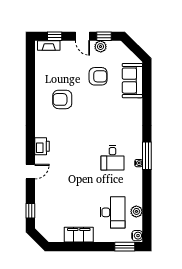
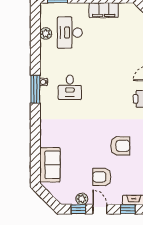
armchair: (98, 76) -> (102, 177), moved
desk: (112, 158) -> (70, 87), turned 180
water cooler: (137, 236) -> (45, 9), removed

